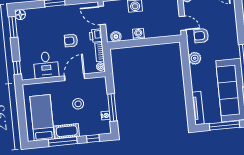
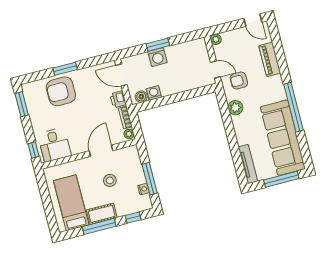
floor lamp: (20, 15) -> (28, 89), removed
piano: (230, 22) -> (270, 59), added
washing machine: (138, 34) -> (154, 93), moved
armchair: (71, 41) -> (61, 91), moved, width x1.88, depth x1.88
desk: (46, 65) -> (54, 145), moved

